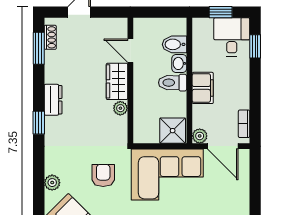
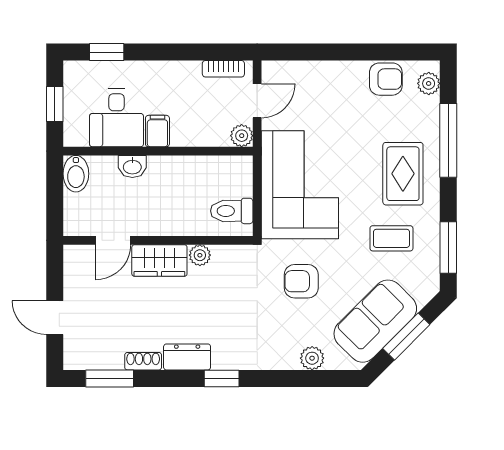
shoe rack: (50, 37) -> (143, 361), moved
desk: (232, 37) -> (117, 118), moved, turned -90
bidet: (174, 44) -> (76, 174), moved
toilet: (173, 83) -> (232, 211), moved, turned 90
filing cabinet: (203, 88) -> (157, 131), width x0.50
shower: (173, 131) -> (234, 177), removed
door: (223, 146) -> (257, 101), width x0.73

